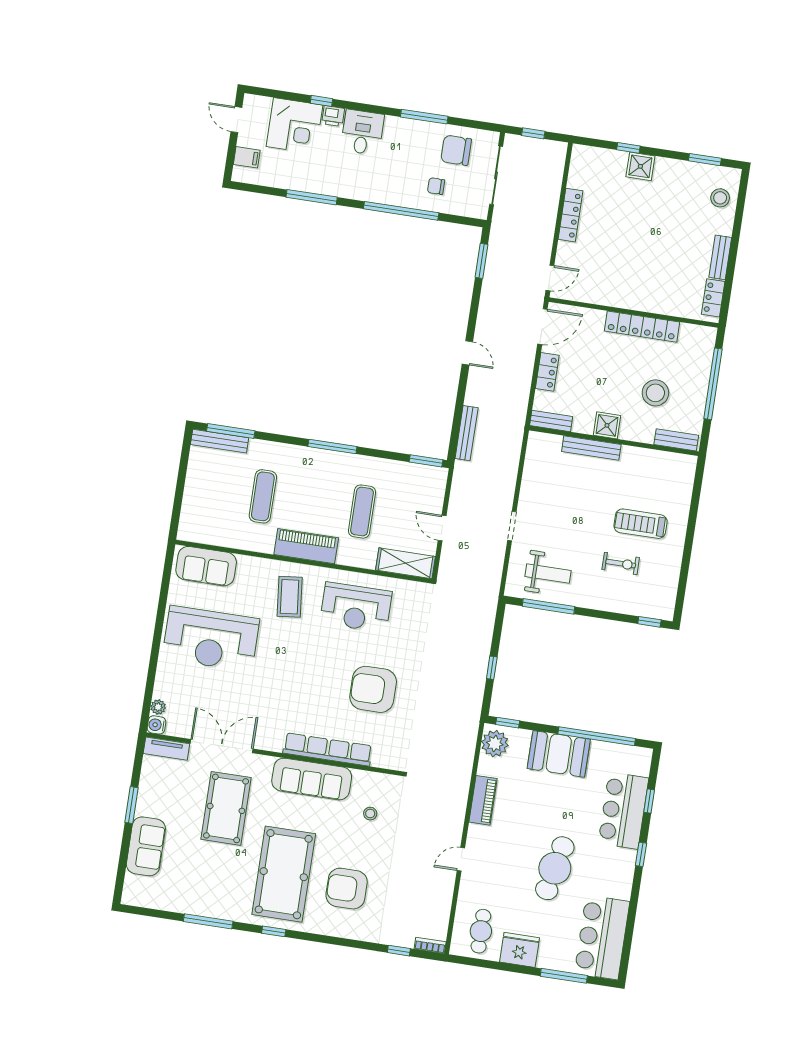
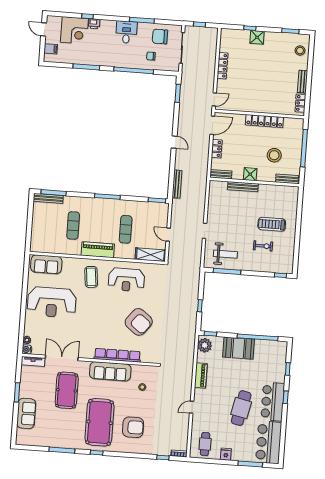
desk: (362, 132) -> (126, 32), moved
armchair: (373, 689) -> (139, 322), turned -142
bar counter: (623, 811) -> (273, 402), moved
armchair: (347, 889) -> (133, 427), turned 180
fridge: (520, 950) -> (226, 454), width x0.53, depth x0.75

